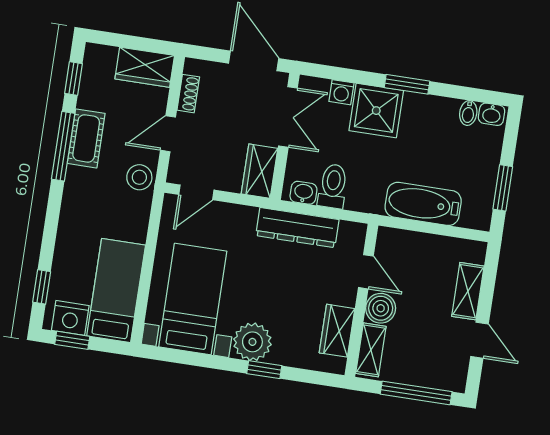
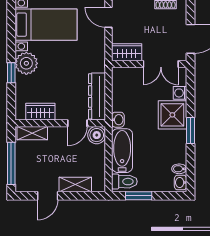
toilet: (333, 186) -> (124, 182), moved
washbasin: (303, 193) -> (118, 120), moved
dresser: (297, 228) -> (97, 96), moved
boiler: (381, 308) -> (97, 135), moved

